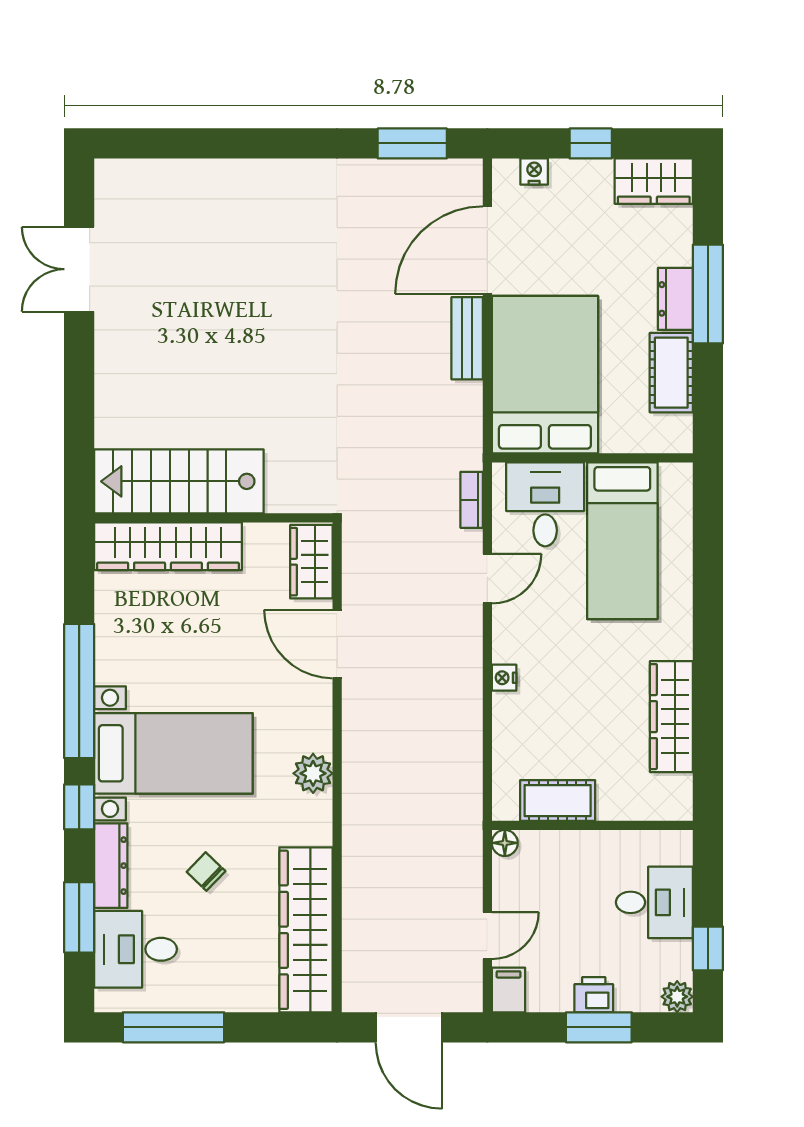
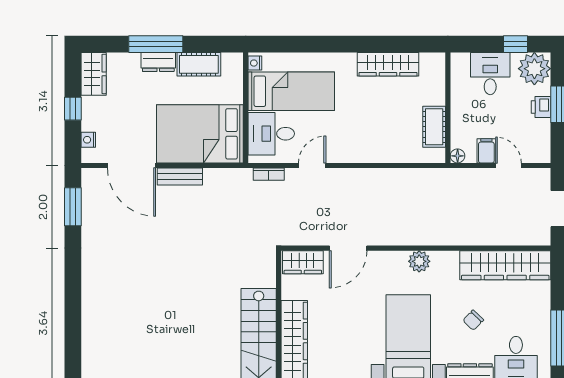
door: (487, 579) -> (312, 166), hinge flipped
nightstand: (504, 678) -> (255, 63), moved, turned 90
filing cabinet: (509, 990) -> (486, 151), moved, turned 90
plant: (677, 997) -> (534, 69), width x1.88, depth x1.88

